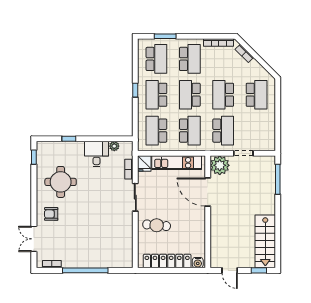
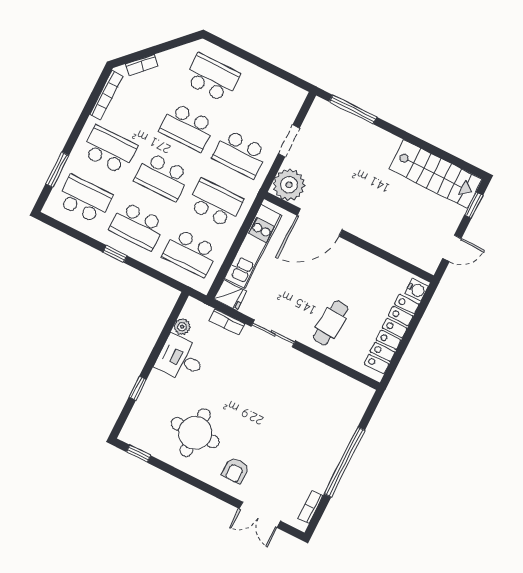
school desk: (223, 131) -> (240, 154), turned 180

